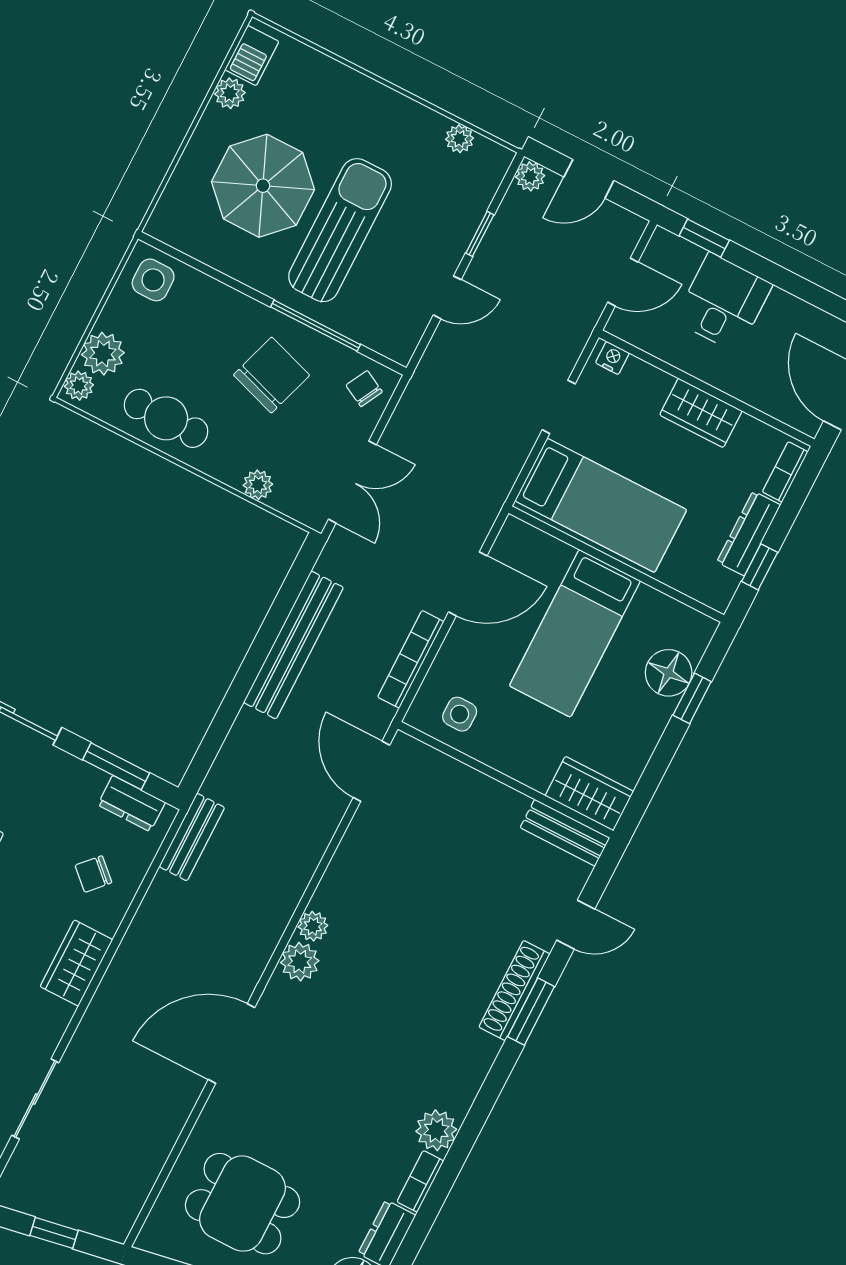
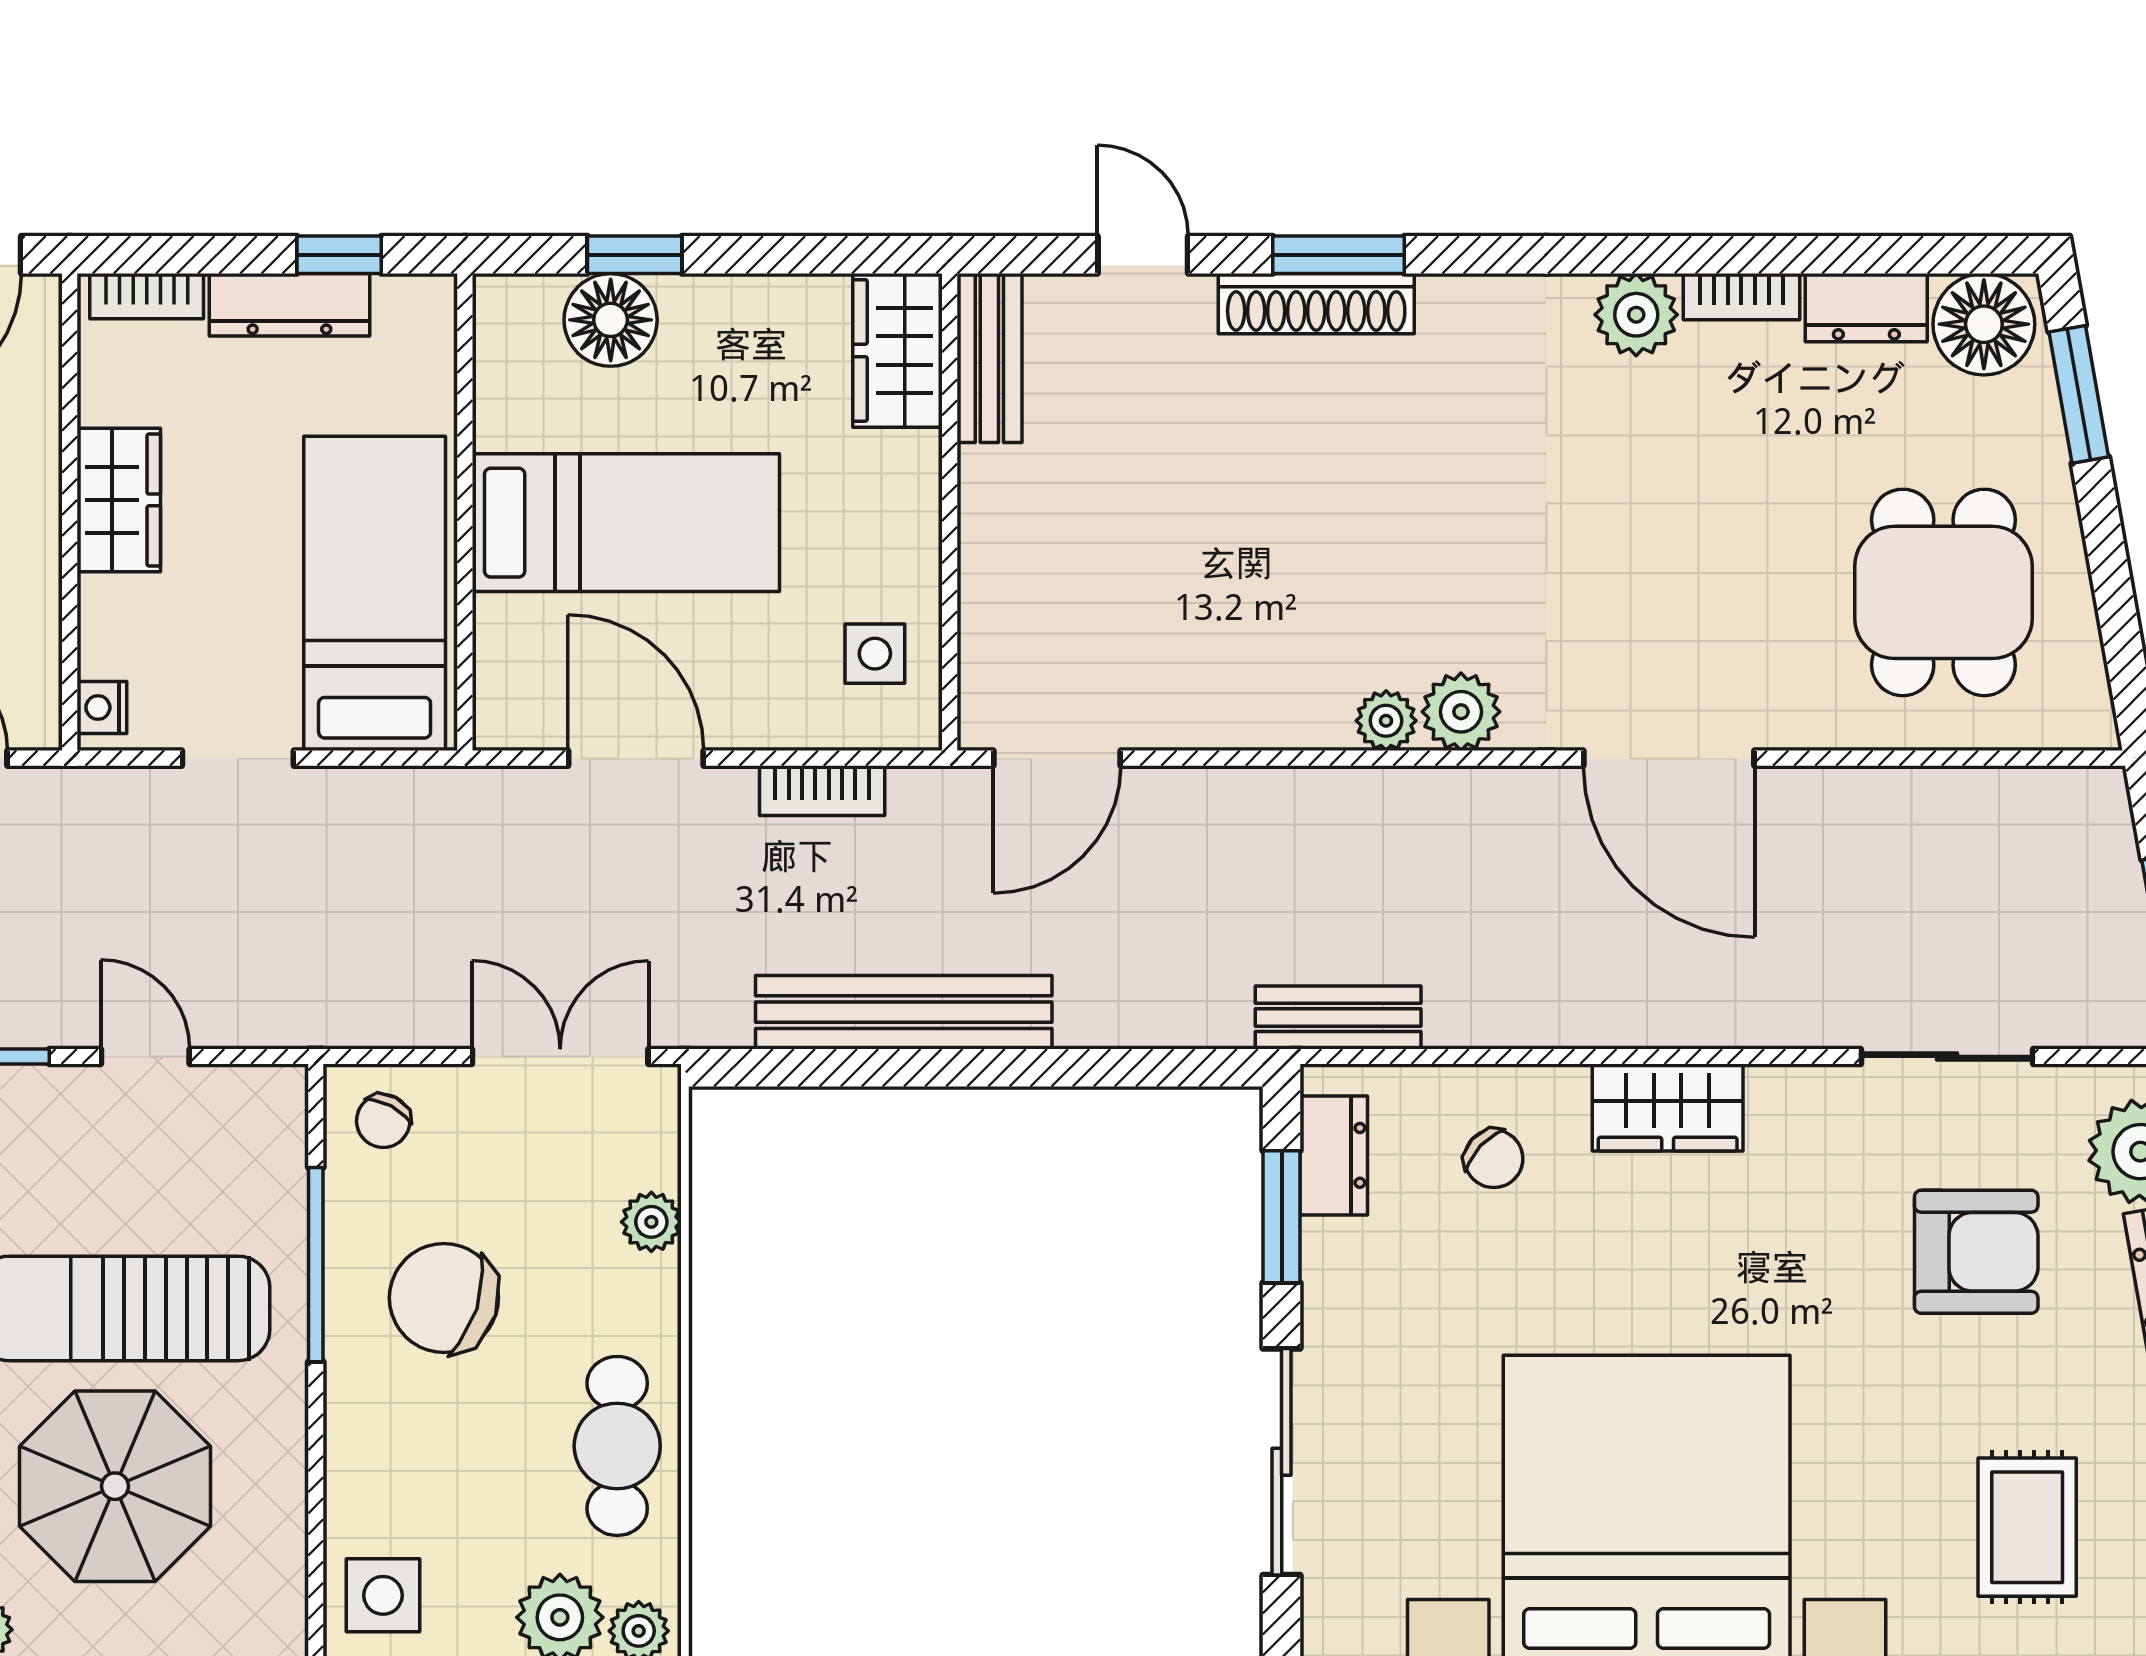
bookcase: (411, 659) -> (822, 791), width x0.64

